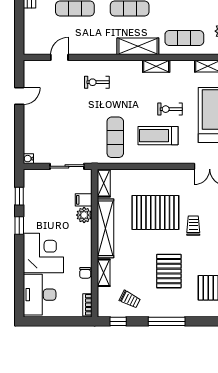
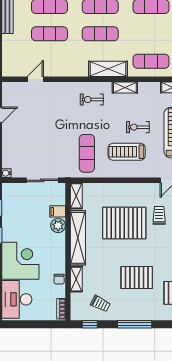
exercise bike: (97, 82) -> (92, 99), moved
trolley: (193, 226) -> (159, 215), moved
pallet: (169, 271) -> (137, 277), turned 90

